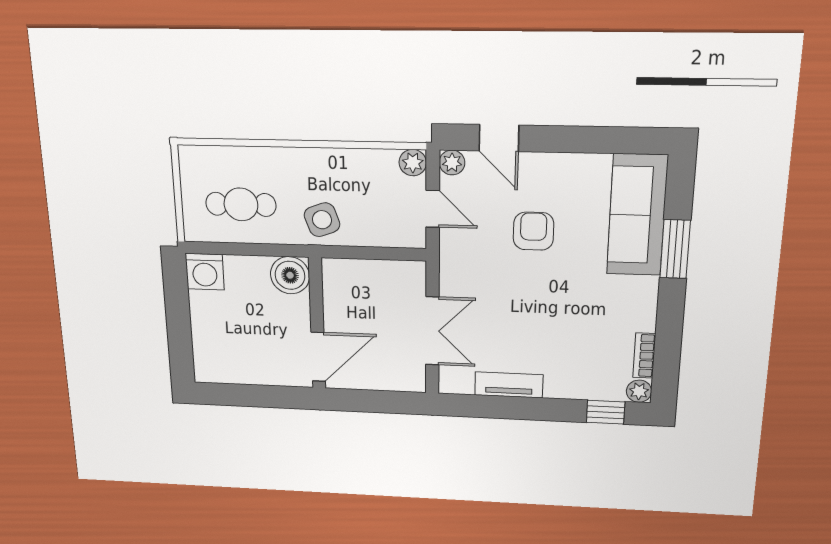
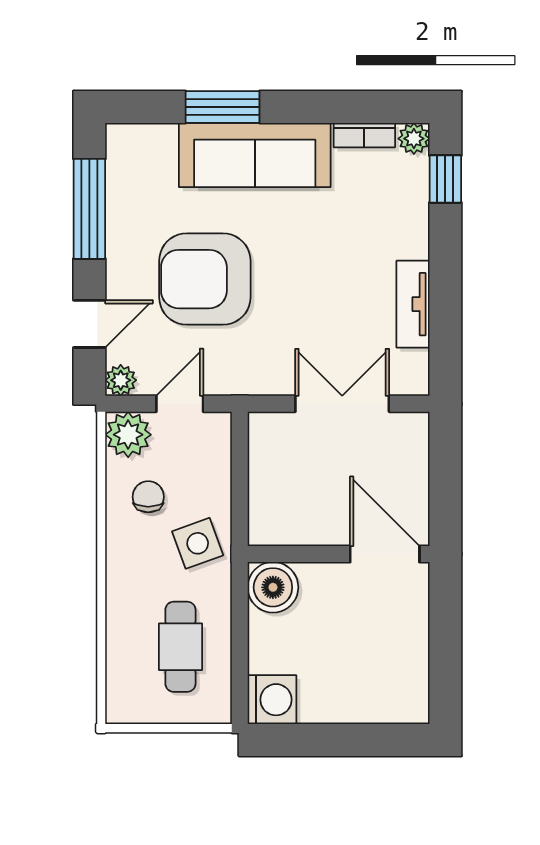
window: (596, 140) -> (89, 209), added
plant: (413, 163) -> (128, 435), width x1.38, depth x1.38
chair: (358, 182) -> (148, 497), added
sofa: (637, 215) -> (255, 155), moved
armchair: (533, 231) -> (205, 279), width x1.88, depth x1.88

